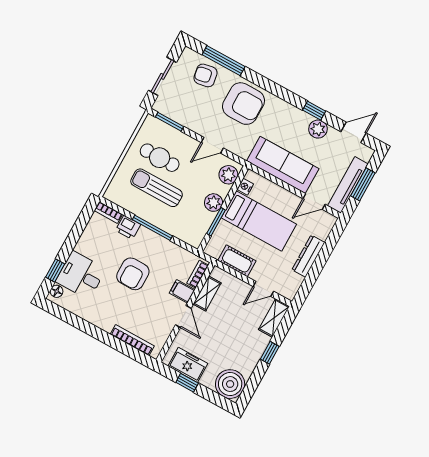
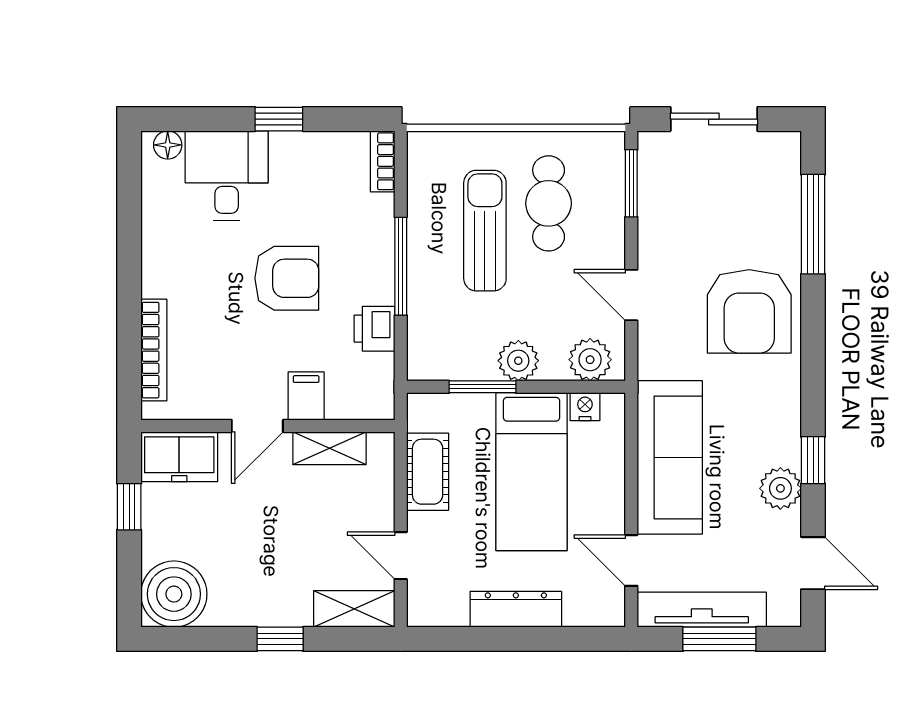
armchair: (206, 75) -> (763, 204), removed
printer: (128, 227) -> (374, 329), moved
window: (55, 270) -> (279, 119), moved
armchair: (133, 274) -> (287, 278), turned 180
bookcase: (198, 274) -> (357, 408), removed
freezer: (188, 365) -> (179, 457), moved, turned 90

